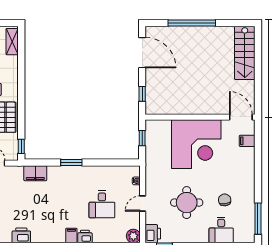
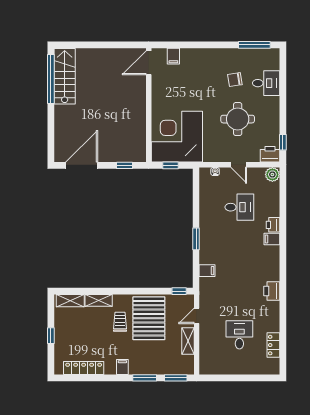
window: (192, 23) -> (51, 79), moved
stairs: (245, 53) -> (65, 76), moved, turned -90
shelving: (12, 69) -> (99, 300), added
corner desk: (196, 144) -> (177, 137), moved, turned -90
filing cabinet: (35, 173) -> (207, 271), width x0.50

